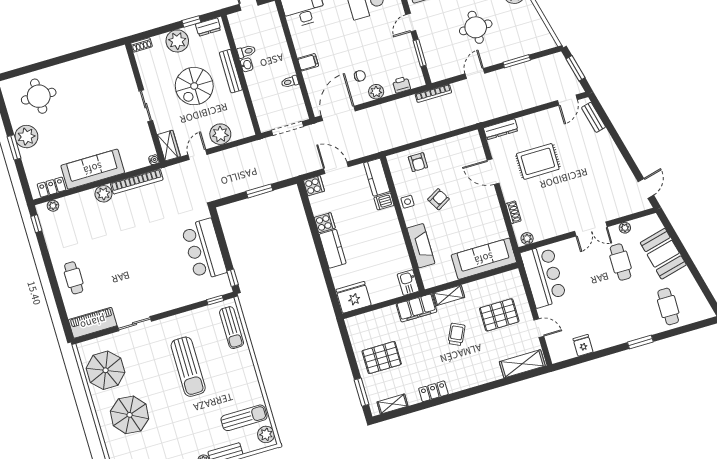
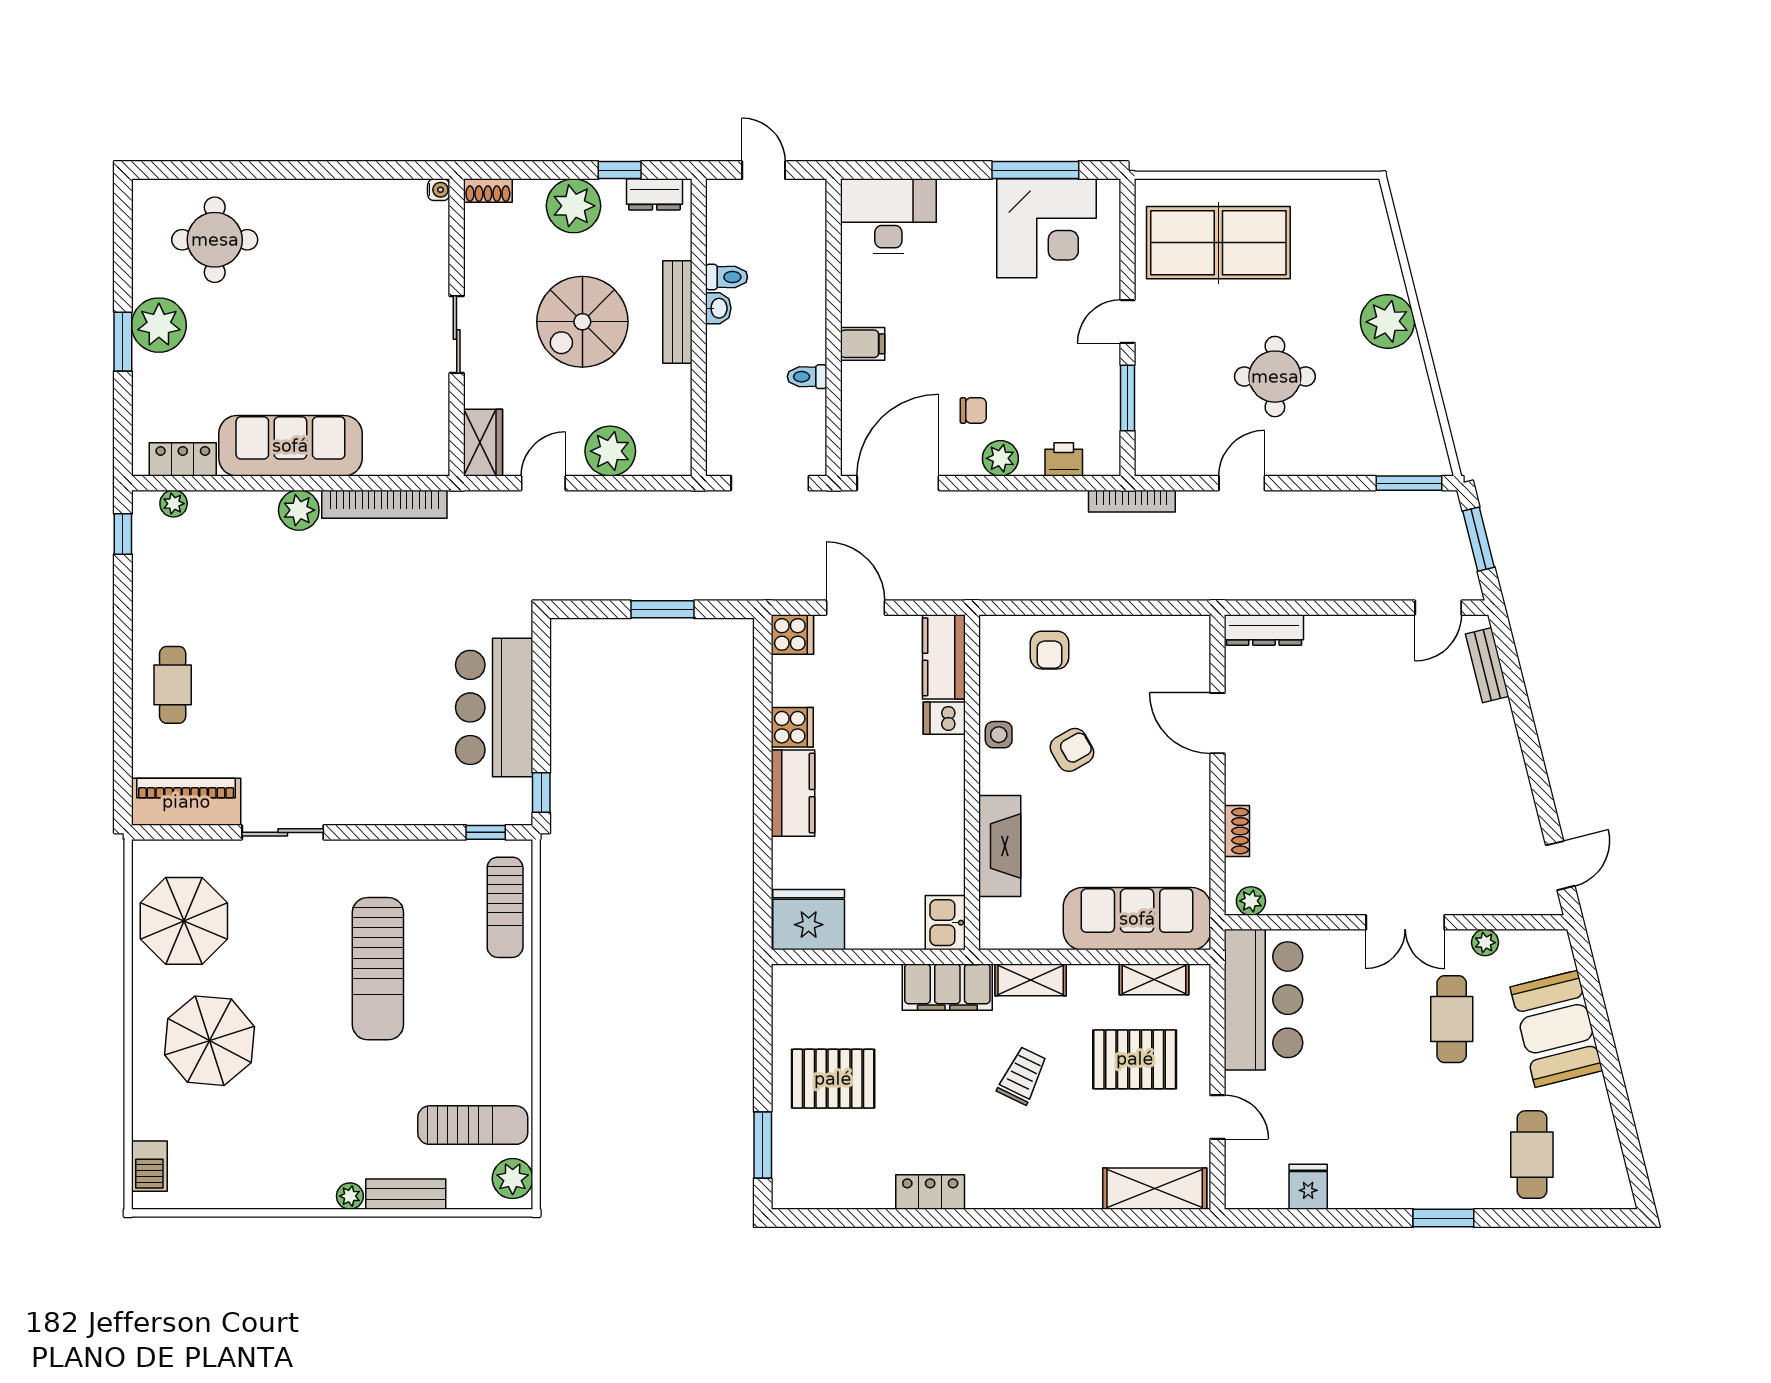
window: (517, 61) -> (1409, 483), moved
water cooler: (154, 160) -> (439, 190), moved
rug: (538, 161) -> (1328, 730), removed
shelving: (393, 404) -> (1154, 979), moved

